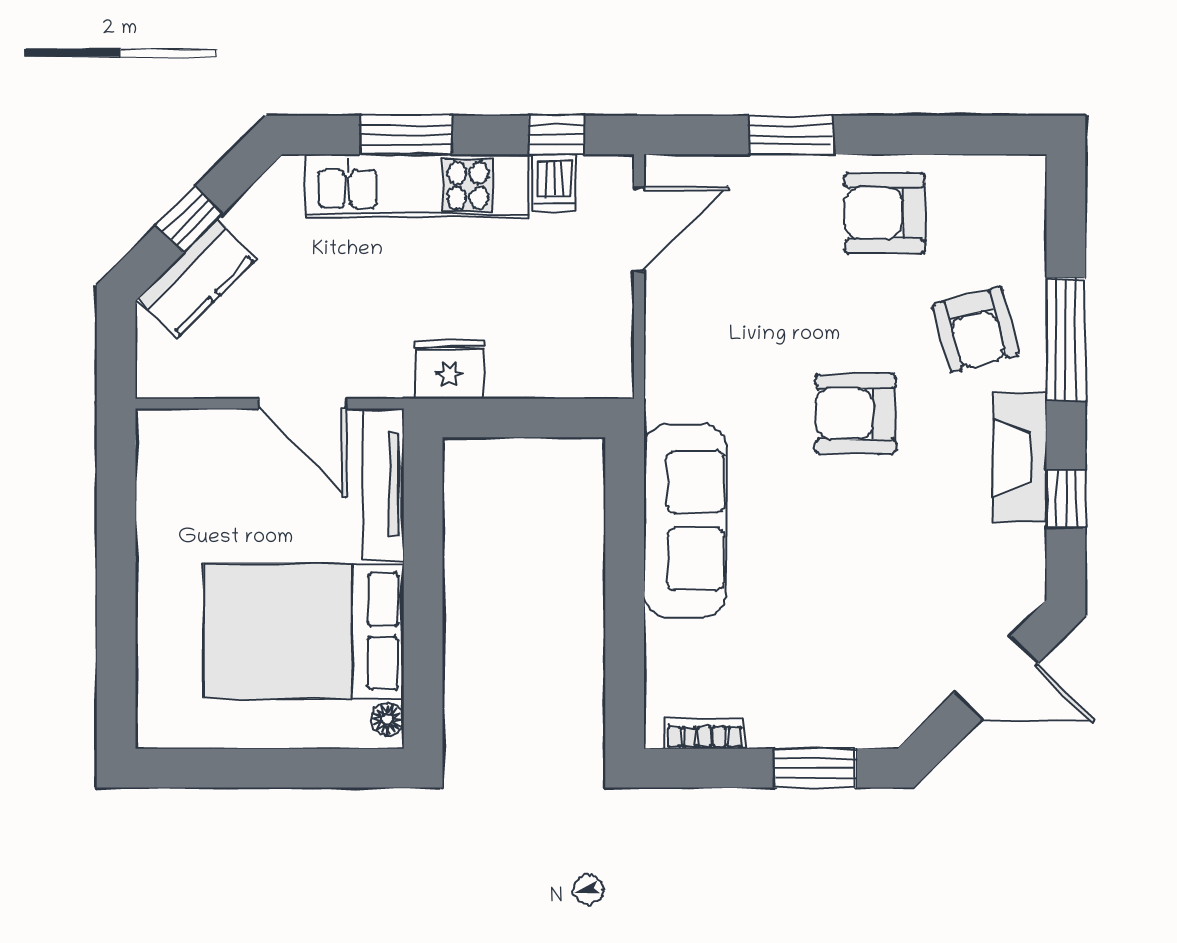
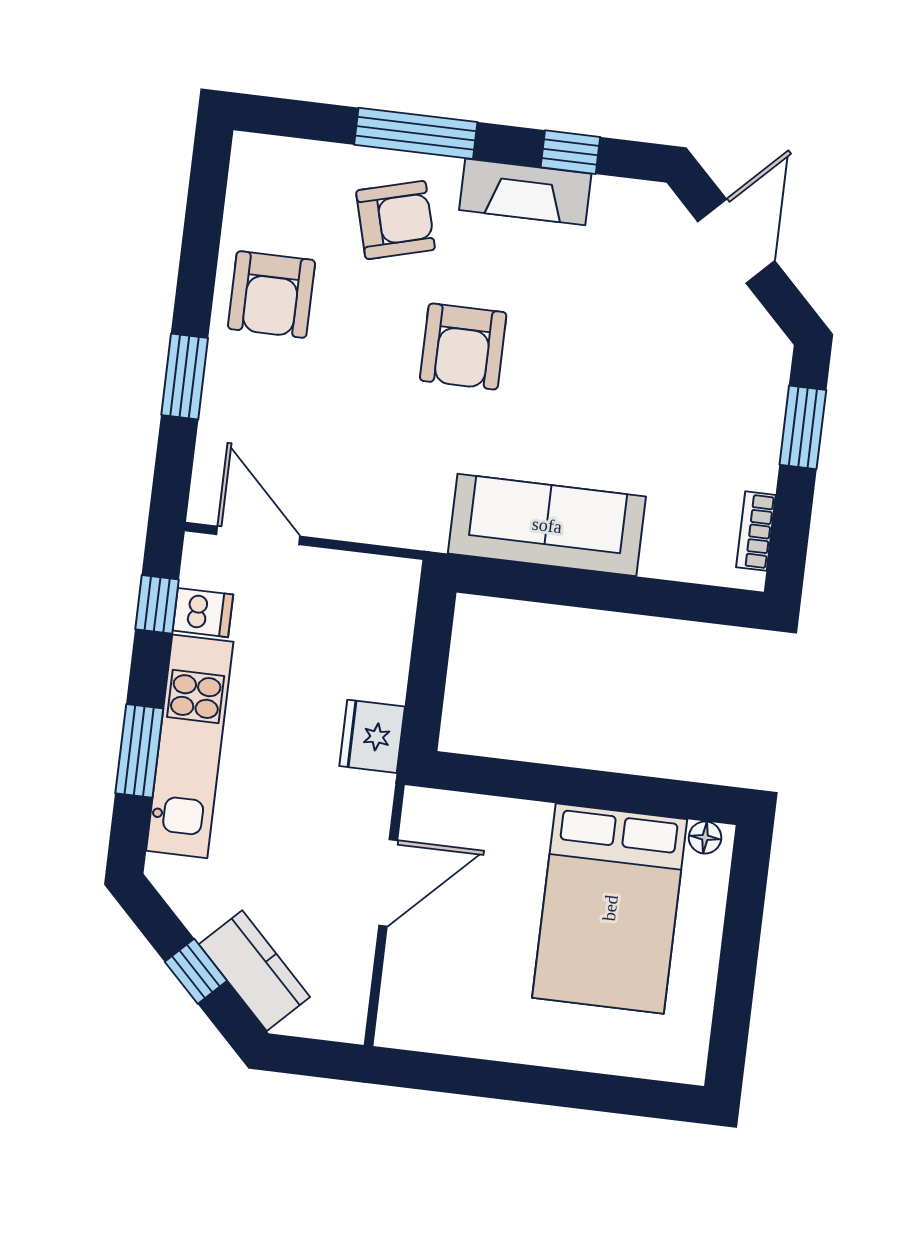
tv unit: (383, 484) -> (476, 814), removed

